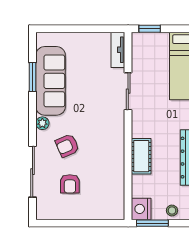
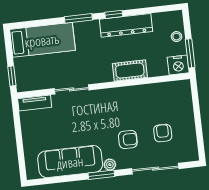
window: (33, 77) -> (101, 175), moved
armchair: (67, 146) -> (128, 139), turned -66
armchair: (70, 184) -> (163, 133), turned -90

